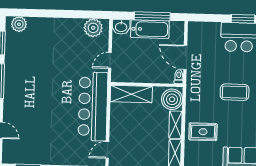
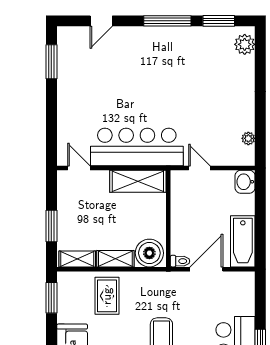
window: (152, 16) -> (260, 223), removed
plant: (93, 28) -> (248, 138), width x0.53, depth x0.53
bathtub: (150, 29) -> (243, 241), moved
shelving: (131, 94) -> (138, 181), moved, turned 90

